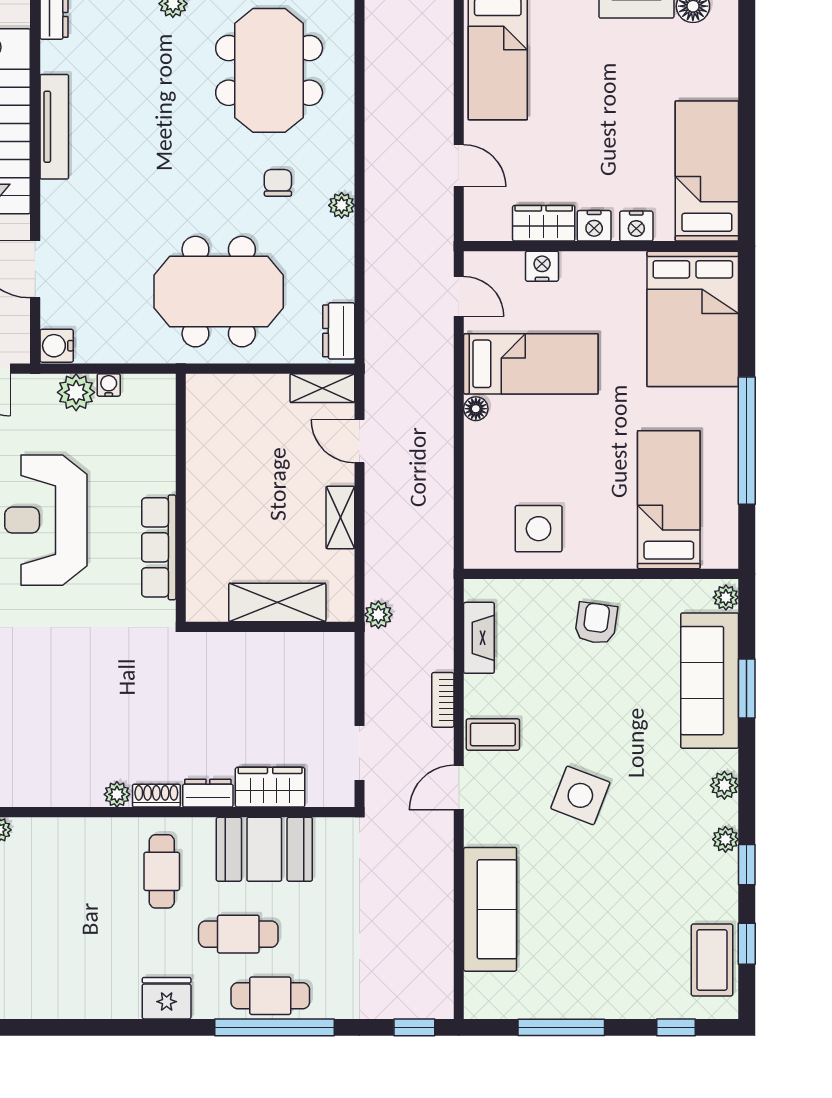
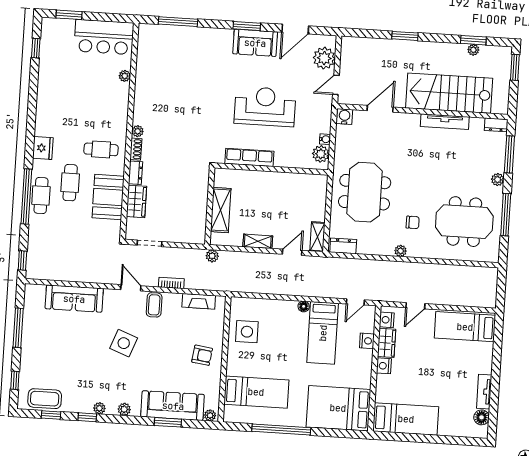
nightstand: (636, 226) -> (387, 320), moved
plant: (76, 392) -> (321, 154), moved

